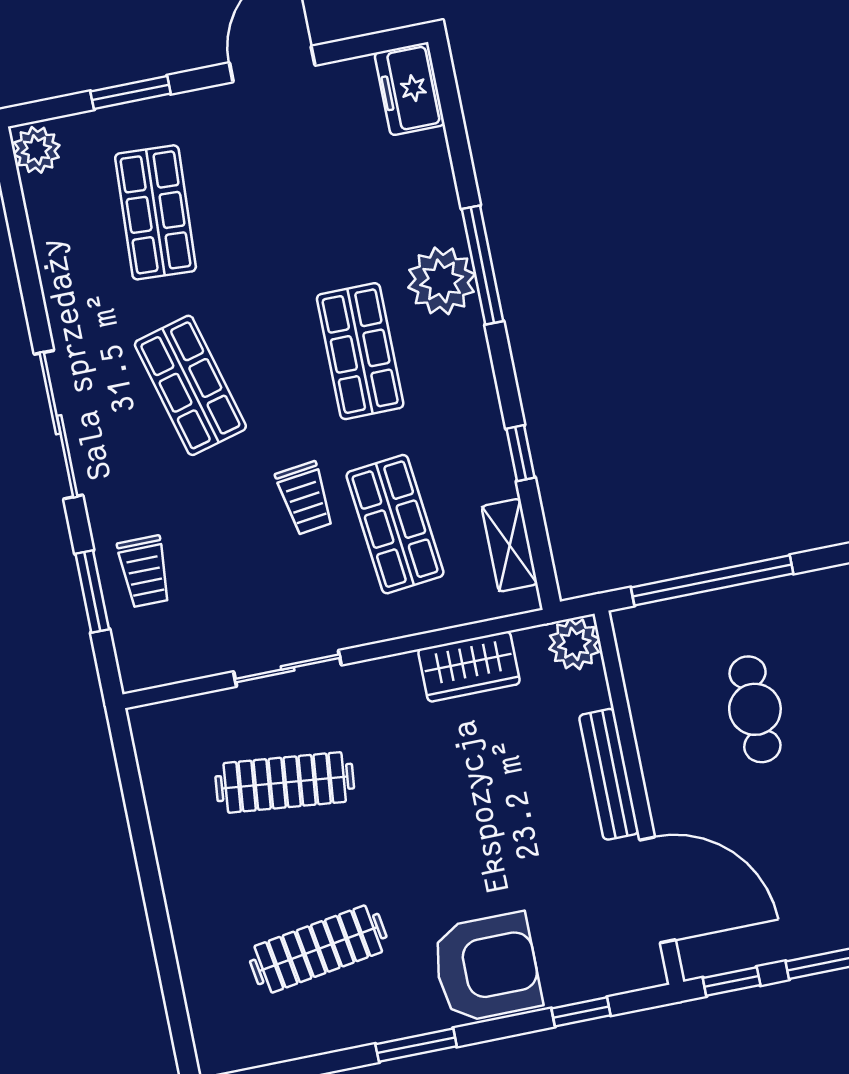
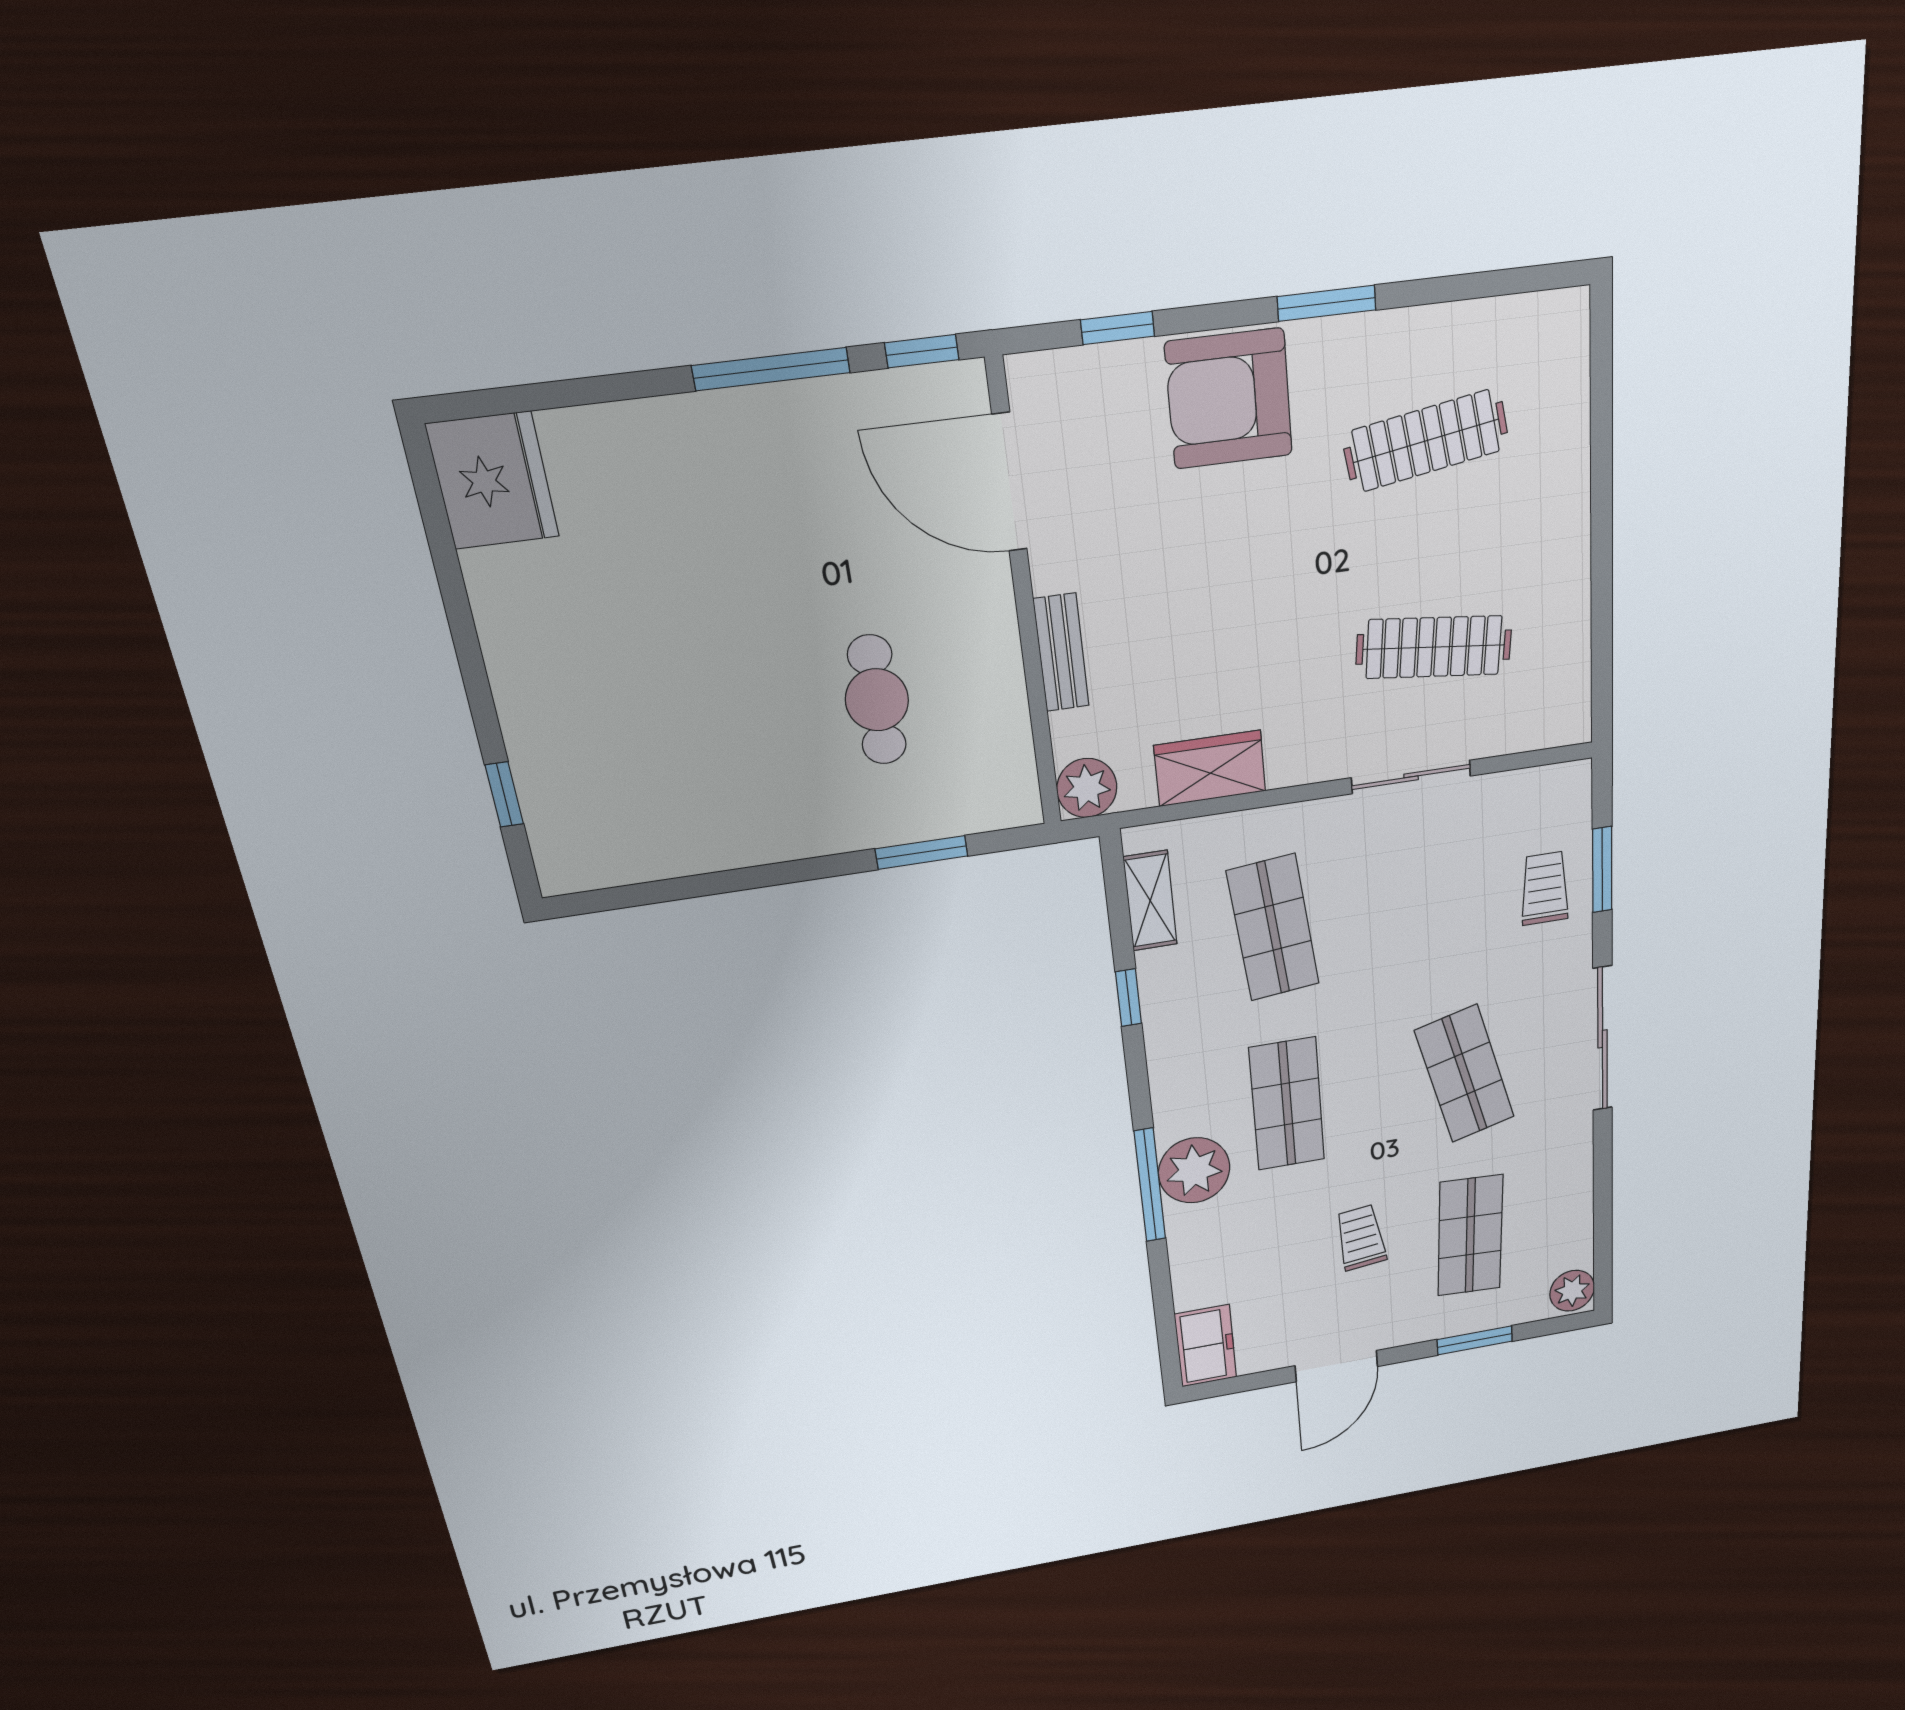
trolley: (305, 498) -> (1361, 1238), moved
window: (712, 580) -> (921, 852), width x0.47
bench: (609, 774) -> (1061, 653), width x0.73

